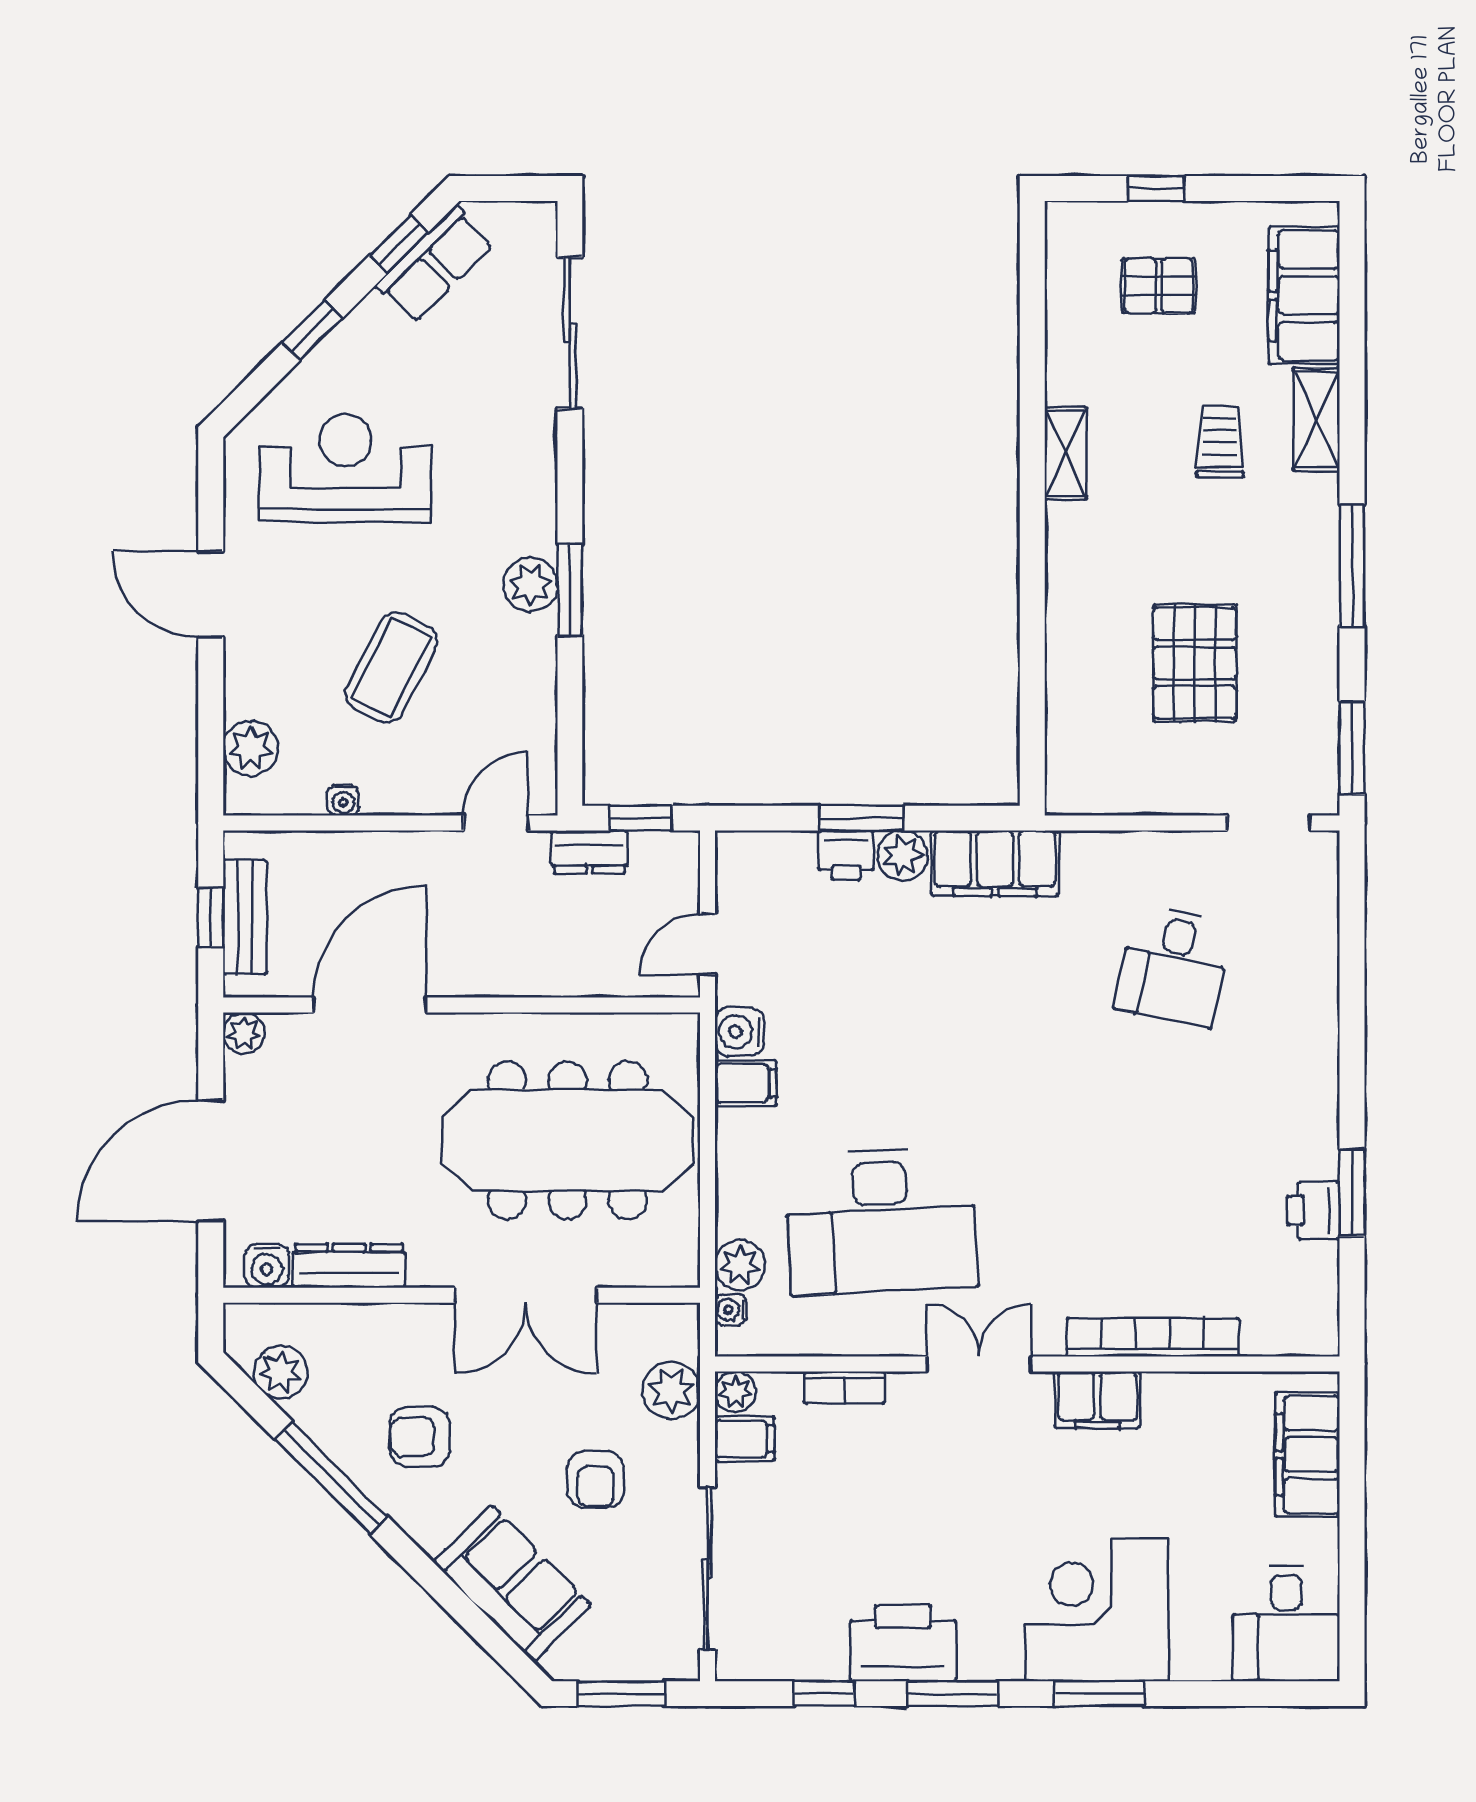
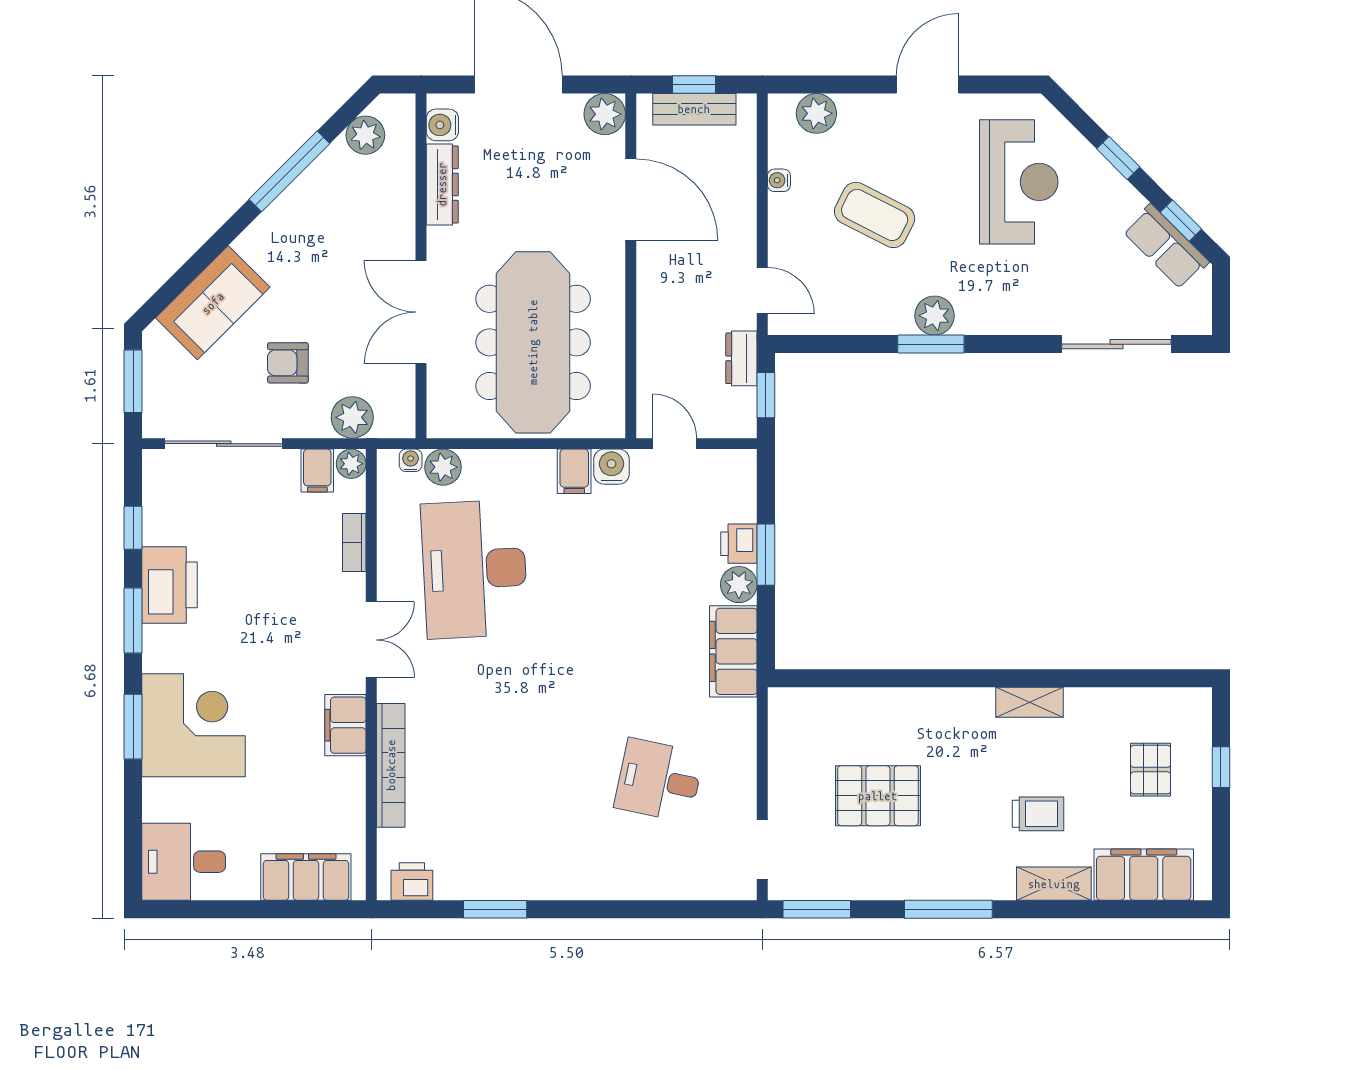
plant: (244, 1033) -> (605, 114), width x1.38, depth x1.38
printer: (1314, 1211) -> (412, 882), moved
armchair: (420, 1437) -> (319, 236), removed

